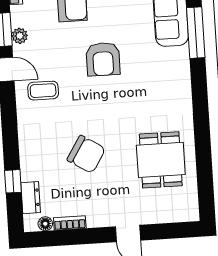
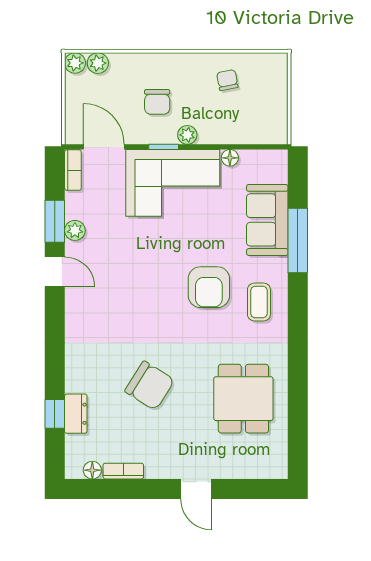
armchair: (103, 59) -> (209, 287), moved
coffee table: (43, 91) -> (259, 302), moved, turned 90
dresser: (31, 198) -> (76, 414), moved

